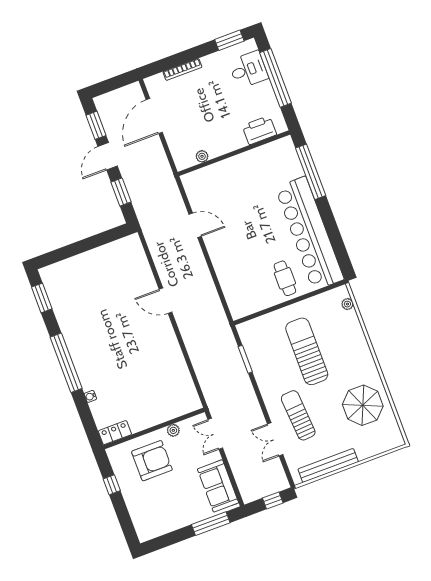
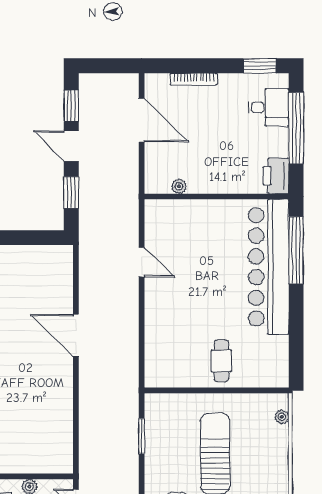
door: (154, 116) -> (142, 120), swing flipped
printer: (259, 130) -> (276, 176), moved, turned -90
door: (108, 156) -> (71, 146), hinge flipped
bar counter: (310, 233) -> (269, 267), moved
door: (166, 301) -> (76, 335), width x1.36

